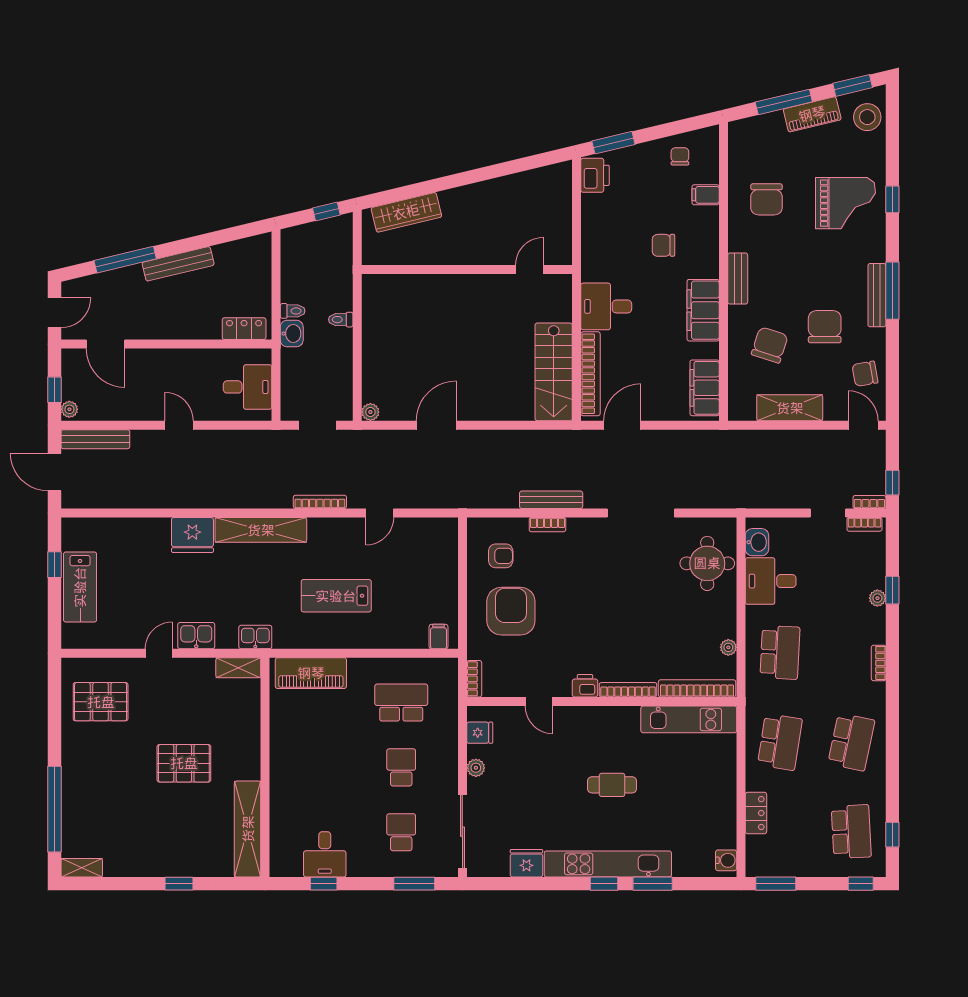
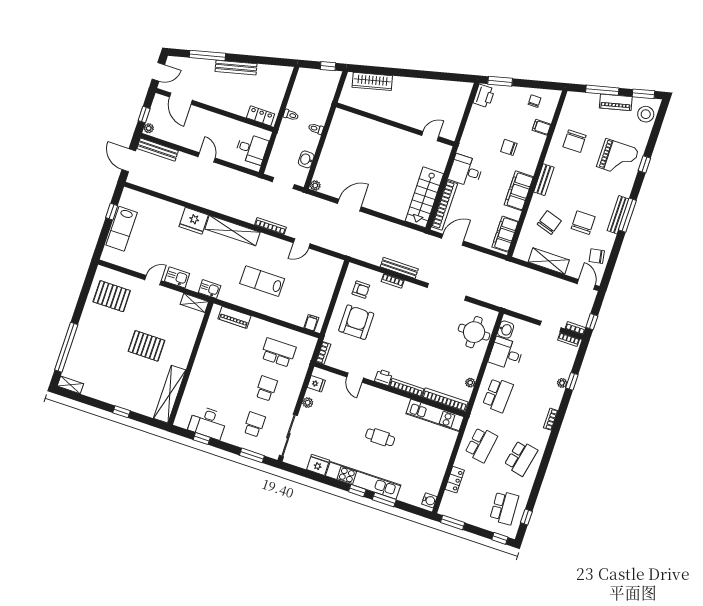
washbasin: (292, 334) -> (306, 159), moved, turned 180
piano: (311, 673) -> (234, 317), width x0.73, depth x0.75
desk: (325, 854) -> (208, 423), width x1.37

